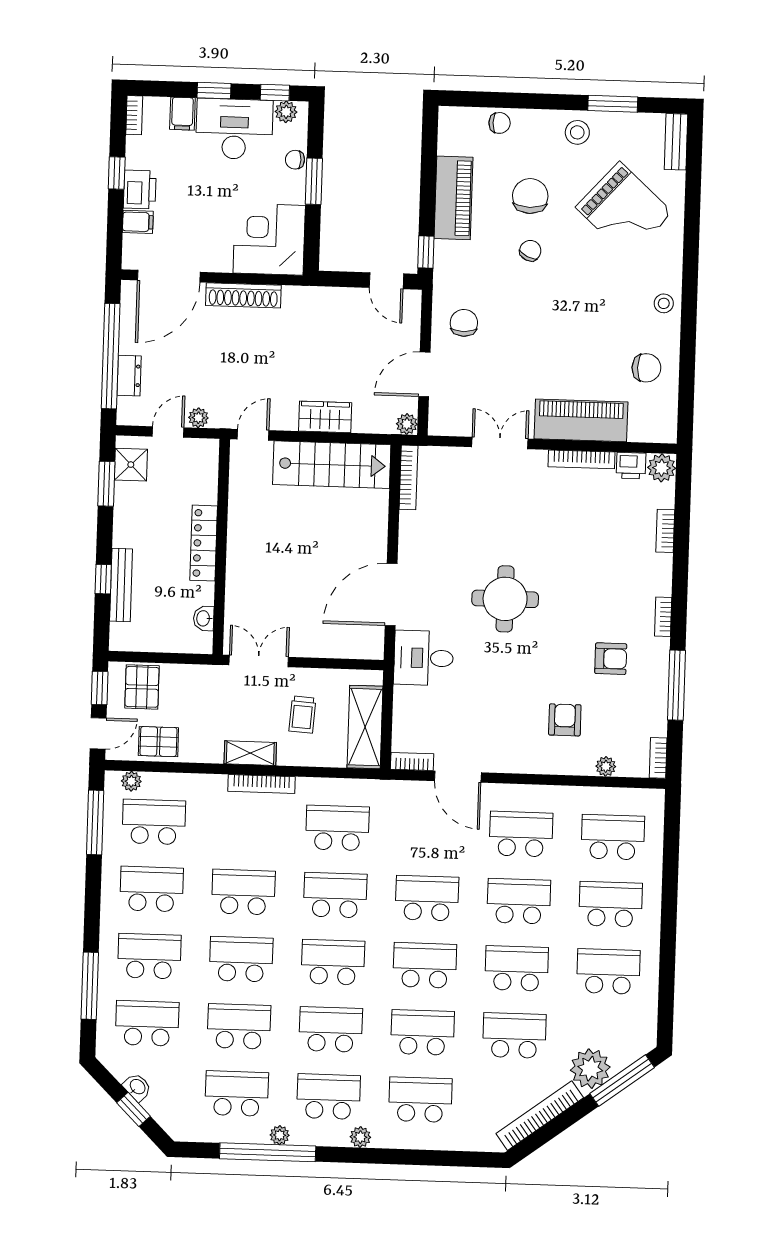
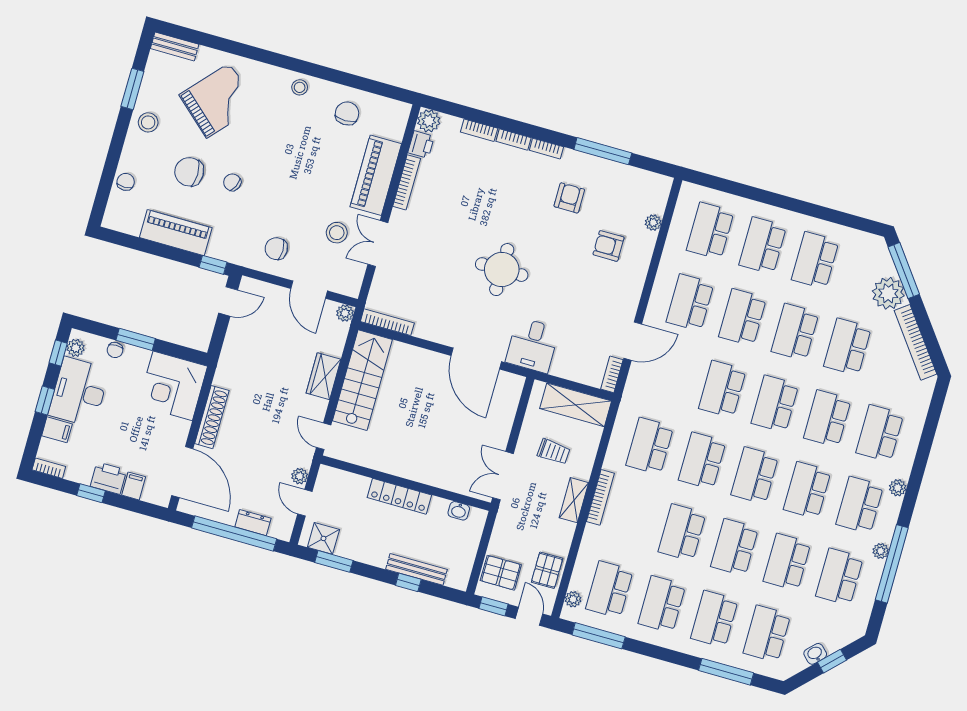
stool: (501, 391) -> (337, 233), added
bookcase: (658, 758) -> (513, 140), moved

